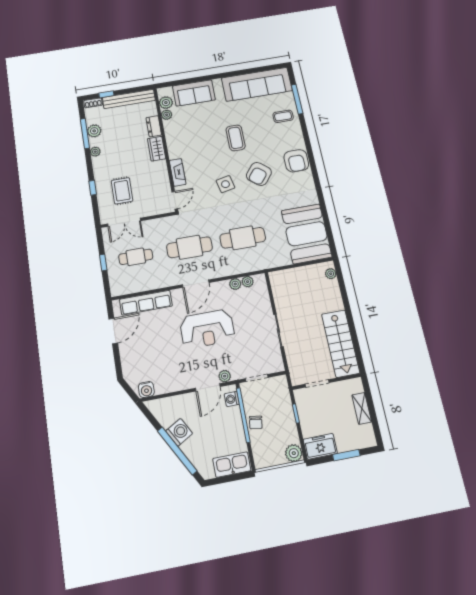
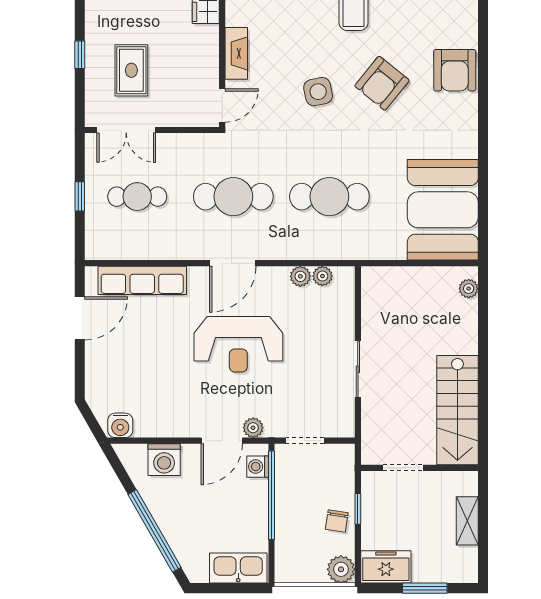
chair: (256, 422) -> (337, 521), moved
washing machine: (179, 432) -> (164, 460), moved, turned 120

